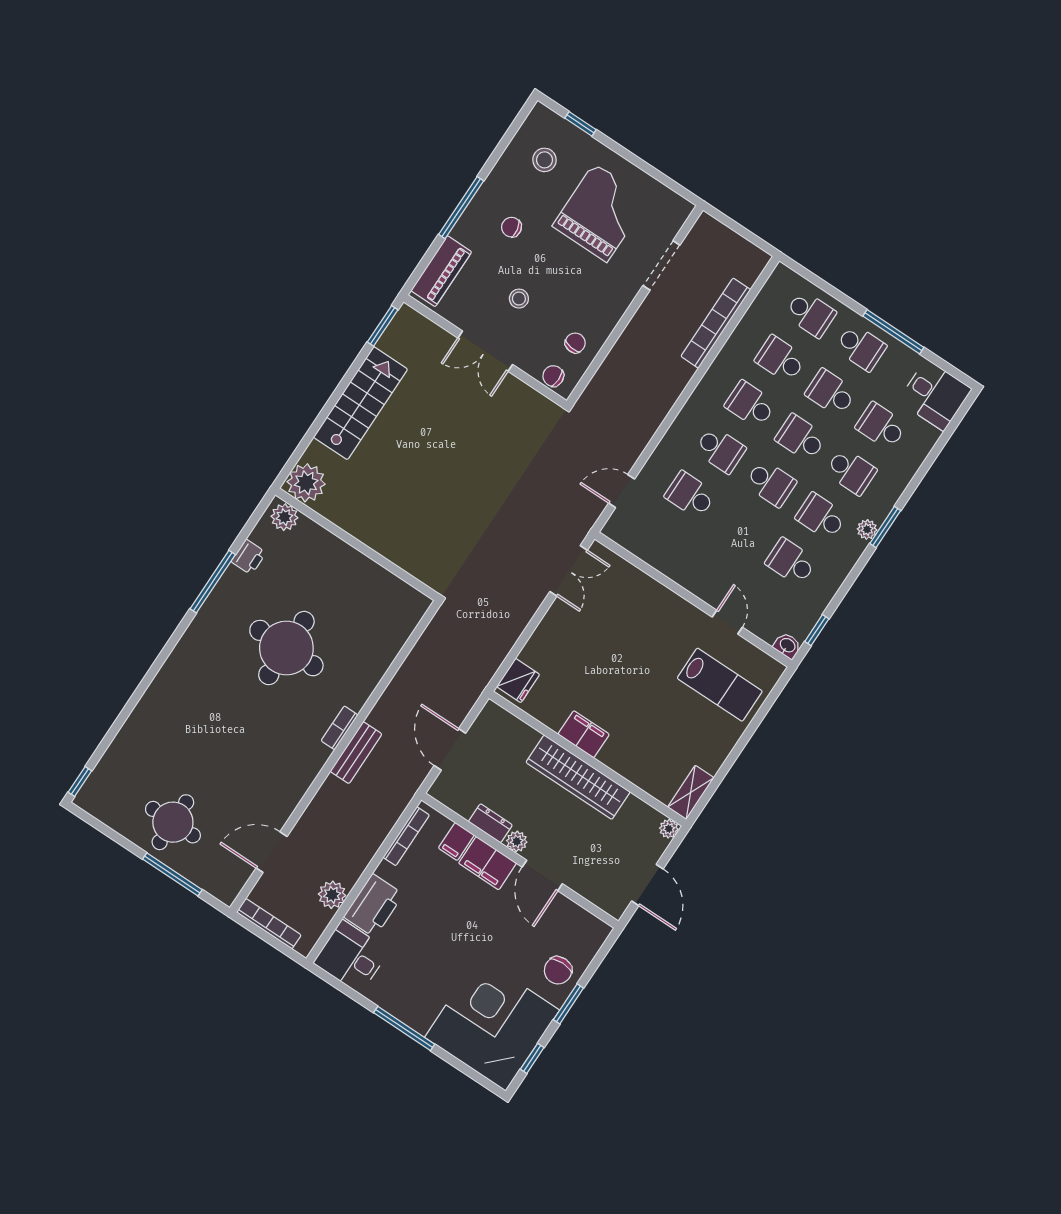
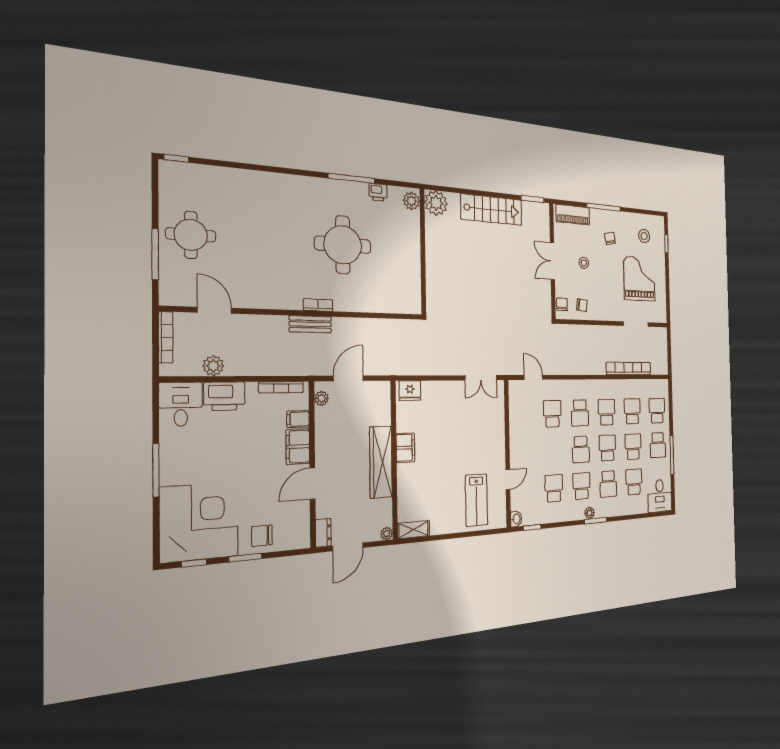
grand piano: (601, 213) -> (639, 279), turned -90
school desk: (810, 314) -> (657, 411), turned 180
dresser: (490, 823) -> (323, 533), moved
plant: (517, 841) -> (322, 398), moved

